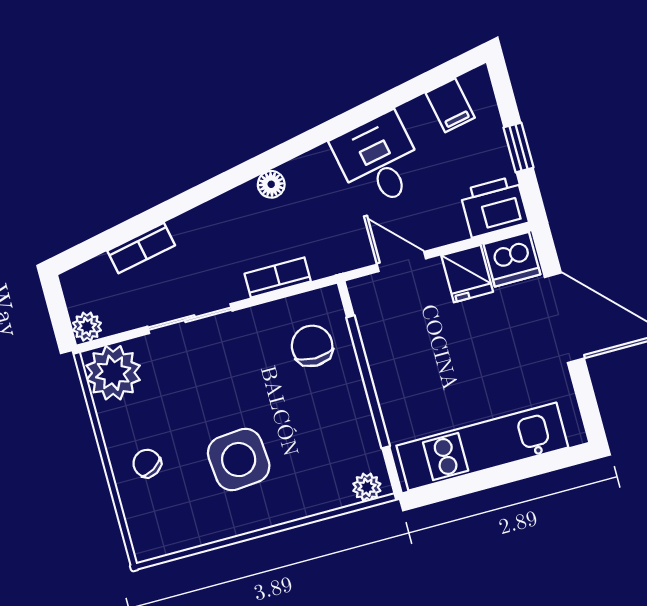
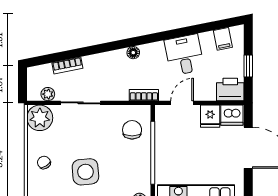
door: (401, 262) -> (182, 103), hinge flipped
bookcase: (278, 277) -> (144, 95), moved
plant: (87, 327) -> (48, 94), moved

